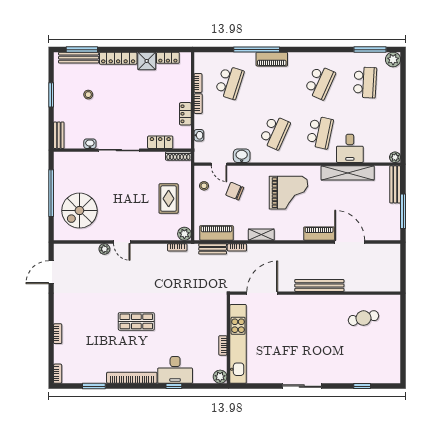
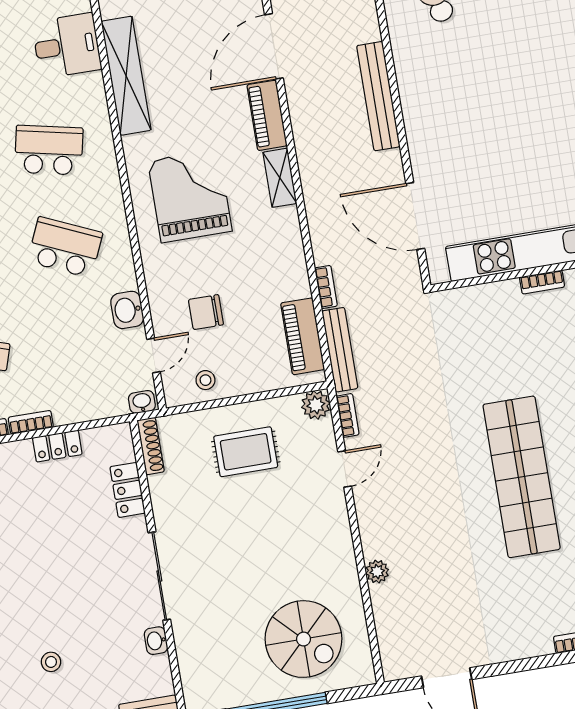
washbasin: (199, 135) -> (142, 402), moved
desk: (350, 148) -> (67, 46), moved
chair: (235, 191) -> (206, 312), turned 68
shelving: (261, 235) -> (280, 178), moved
door: (122, 242) -> (345, 469), moved
bench: (213, 249) -> (340, 350), width x1.36
shop shelf: (136, 321) -> (522, 477), width x2.00, depth x1.36

